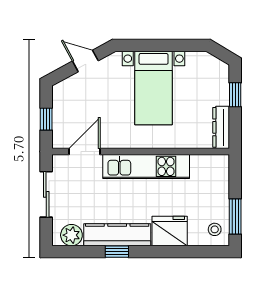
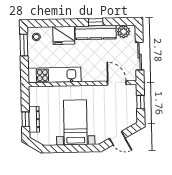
dresser: (221, 127) -> (34, 119), moved
door: (84, 151) -> (117, 83), swing flipped
kitchen unit: (146, 166) -> (54, 75), moved

